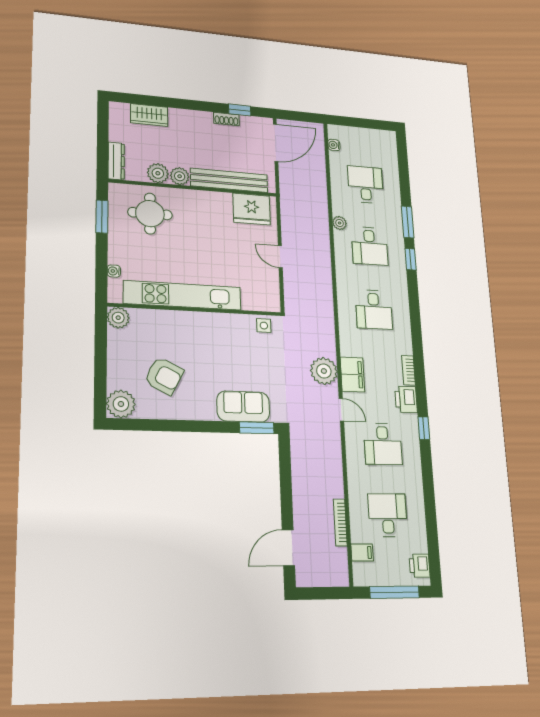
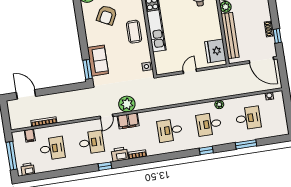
window: (408, 222) -> (246, 144), moved
coffee table: (201, 334) -> (134, 32), added
desk: (383, 444) -> (91, 142), turned 180

